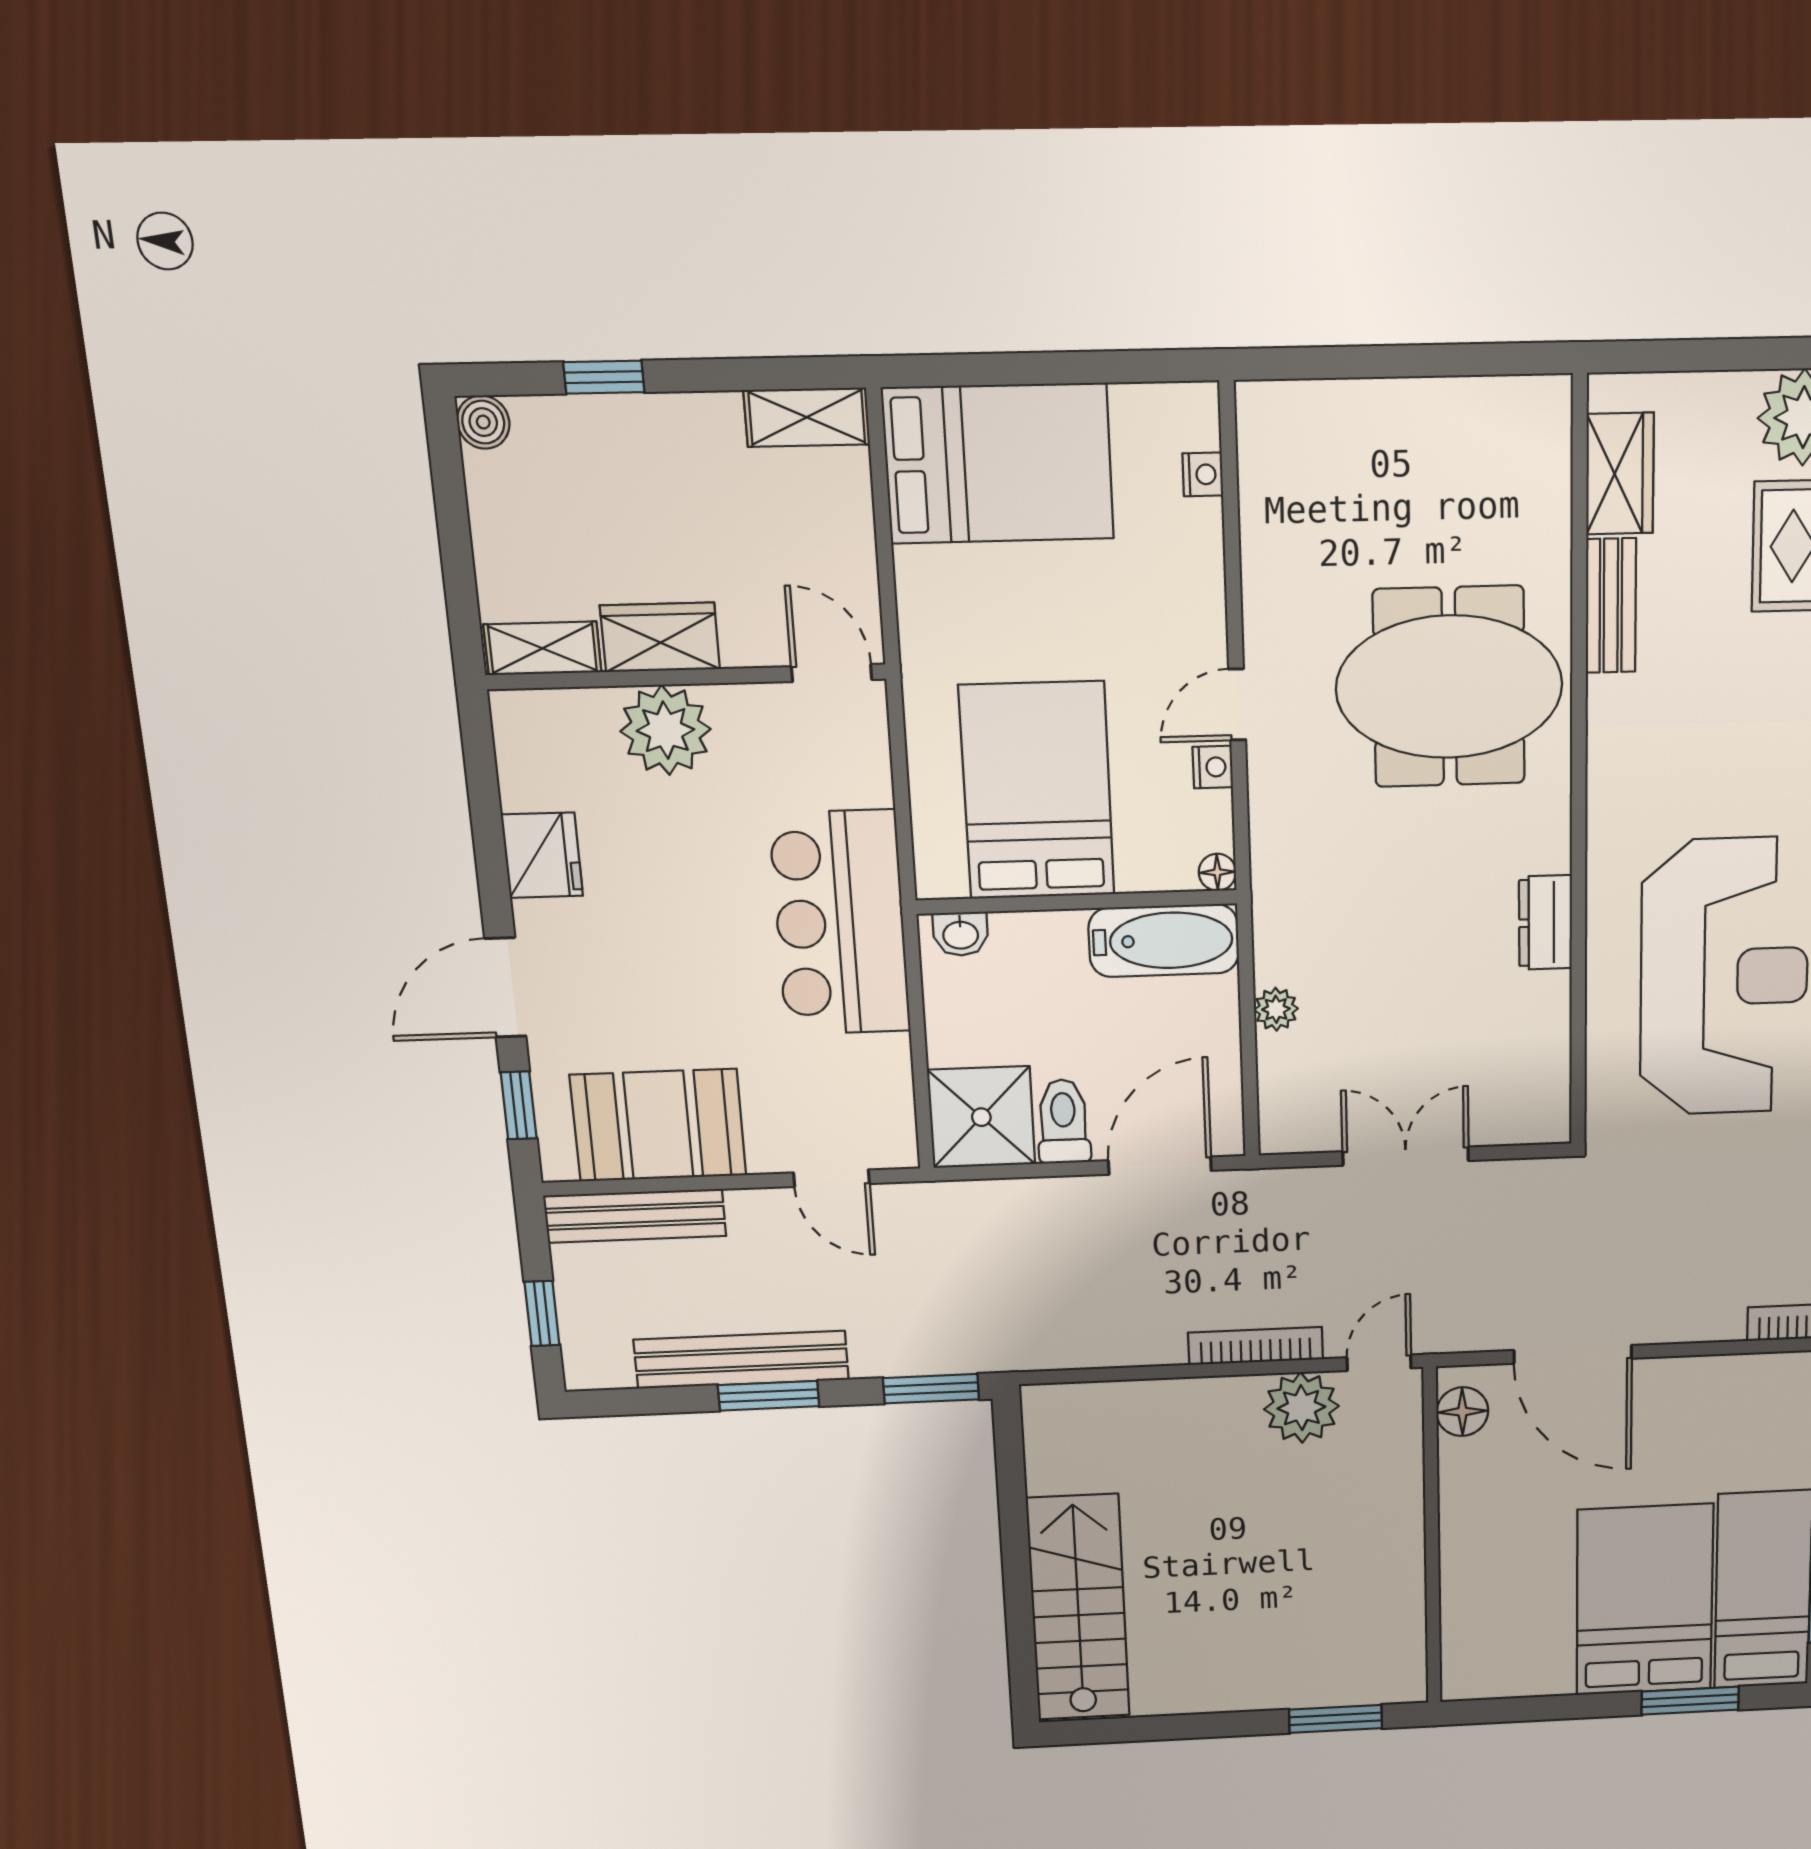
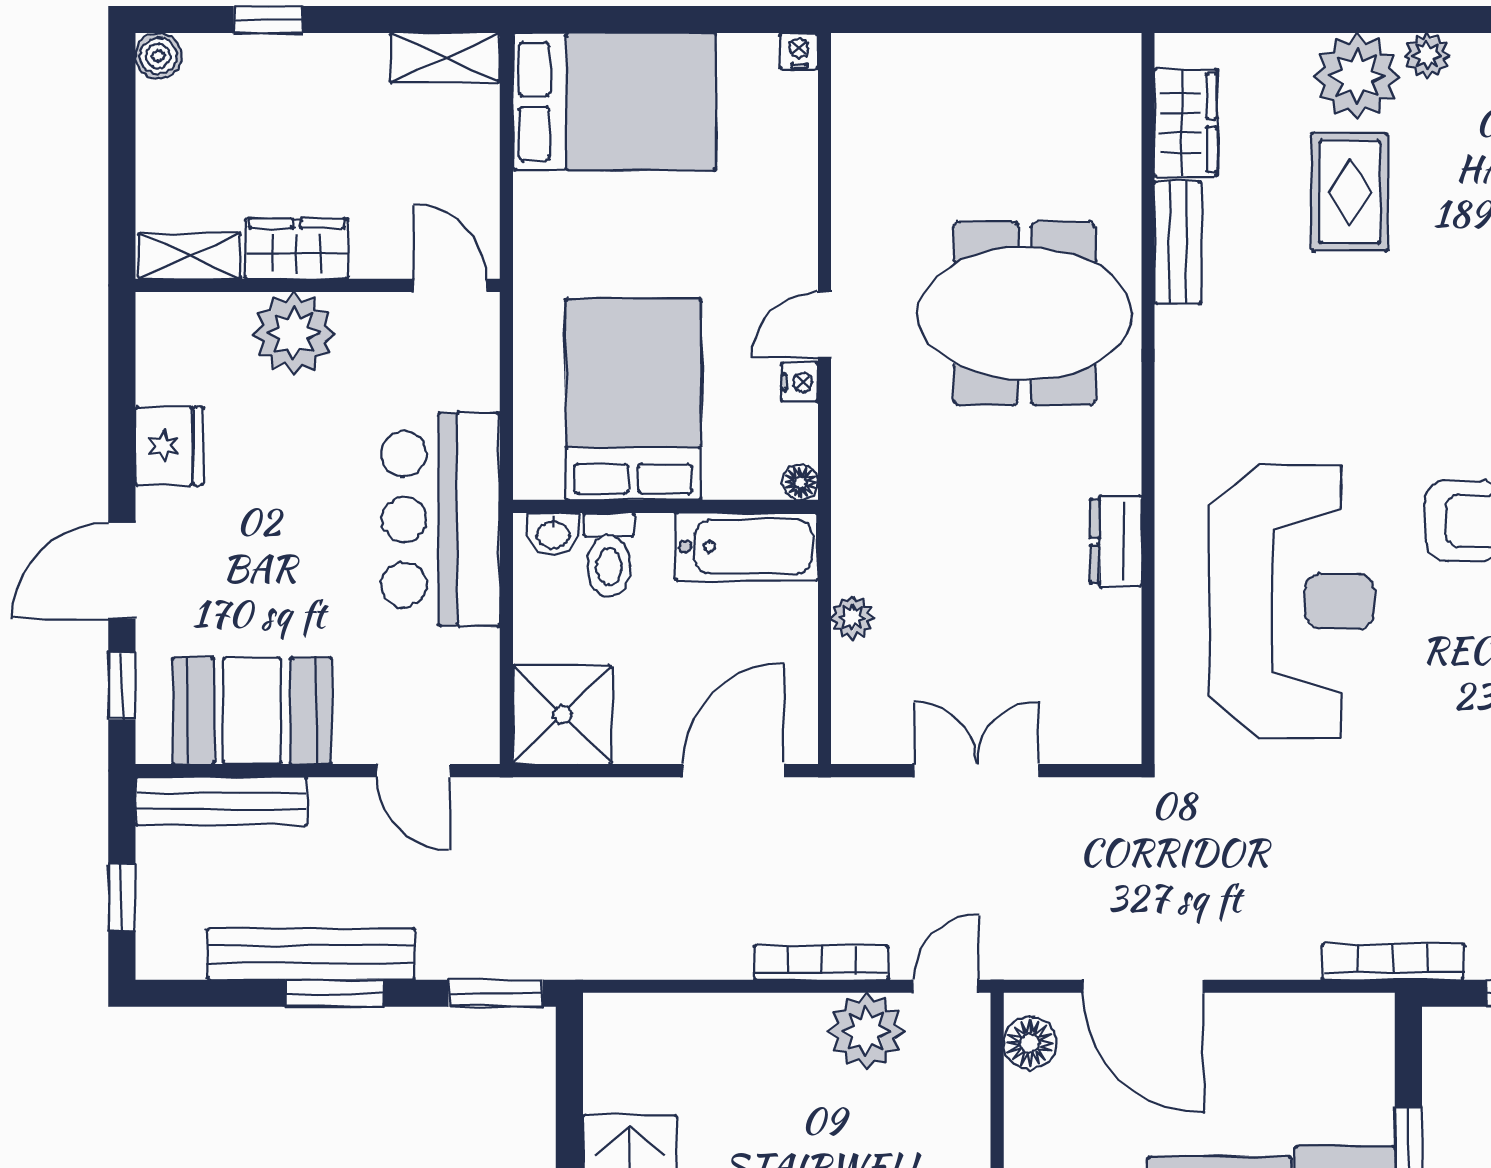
nightstand: (1203, 474) -> (799, 51), moved, turned -90
toilet: (1063, 1121) -> (609, 555), moved, turned 180

